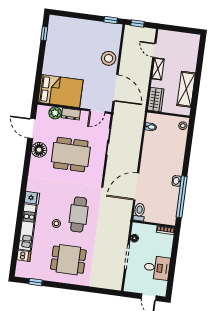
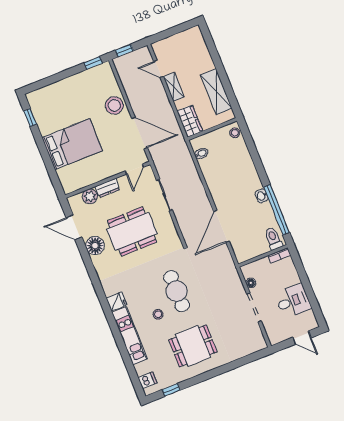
bed: (60, 91) -> (72, 144), moved
toilet: (139, 212) -> (273, 239), moved
dishwasher: (24, 256) -> (147, 380), moved

